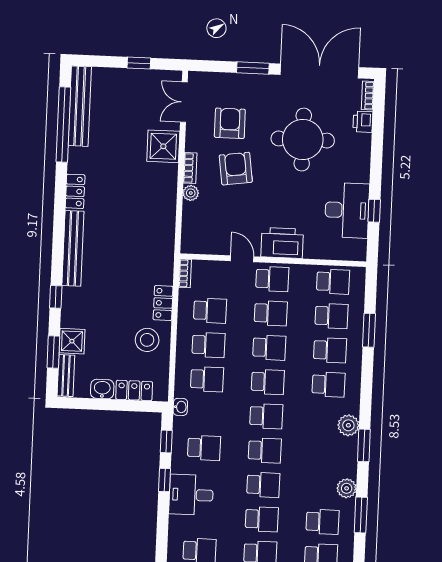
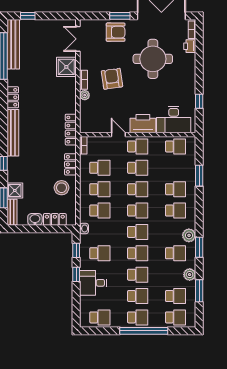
window: (139, 63) -> (28, 16), moved
armchair: (230, 123) -> (116, 32), moved, turned 90
desk: (347, 210) -> (174, 120), moved, turned 90
locker: (166, 247) -> (71, 130), added
school desk: (331, 316) -> (176, 253), moved

